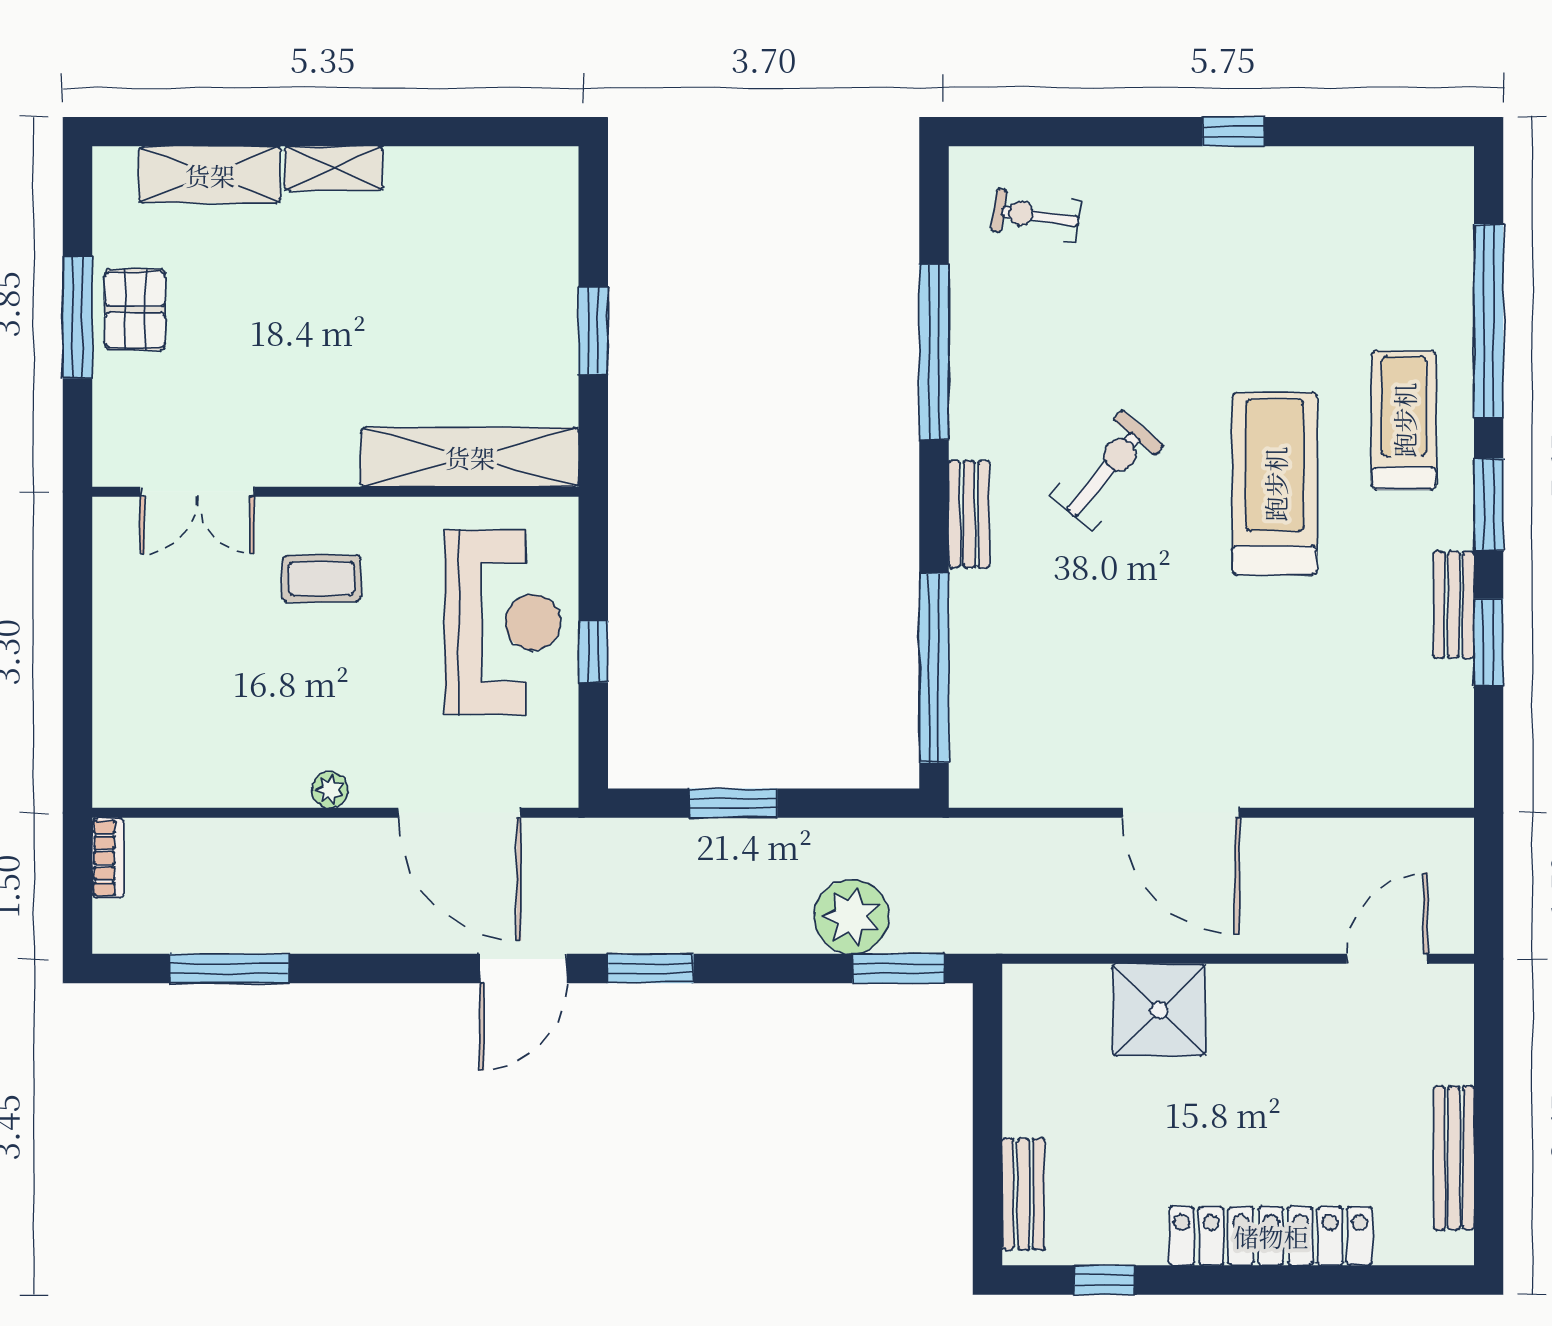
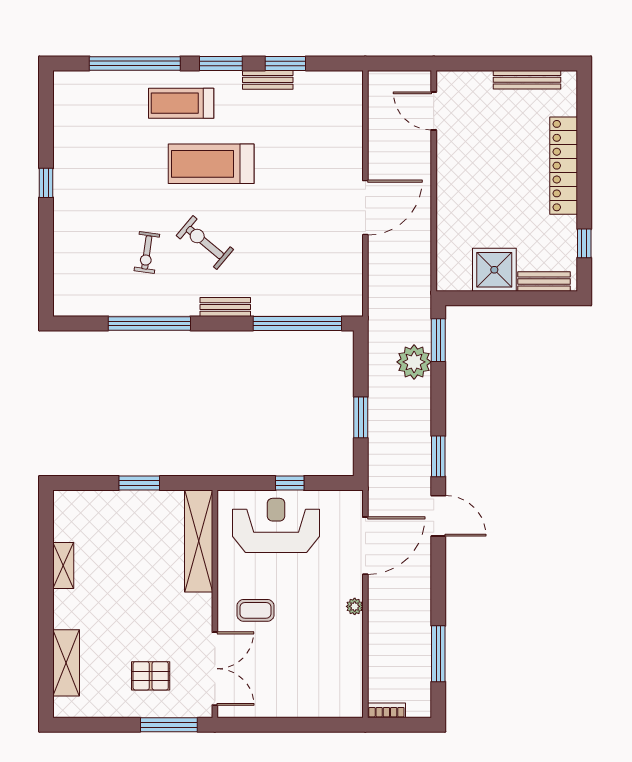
shelving: (334, 168) -> (63, 566), moved
exercise bike: (1036, 216) -> (147, 253), moved
pallet: (135, 309) -> (151, 676), moved
window: (78, 317) -> (169, 725), moved
double door: (197, 492) -> (215, 669), width x1.37
coffee table: (322, 579) -> (256, 610), turned 90
shower: (1159, 1010) -> (494, 270), moved

